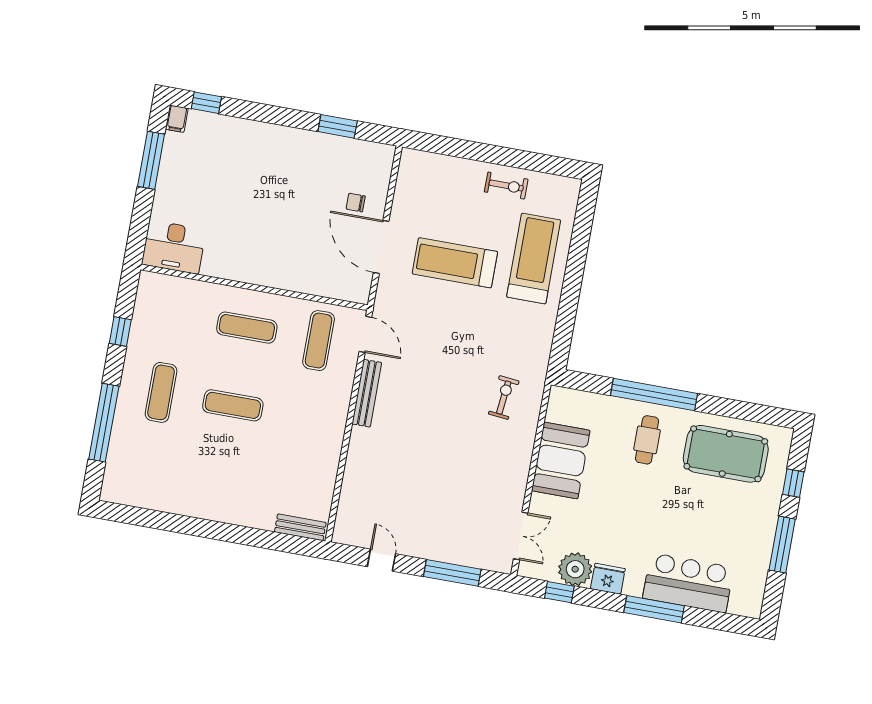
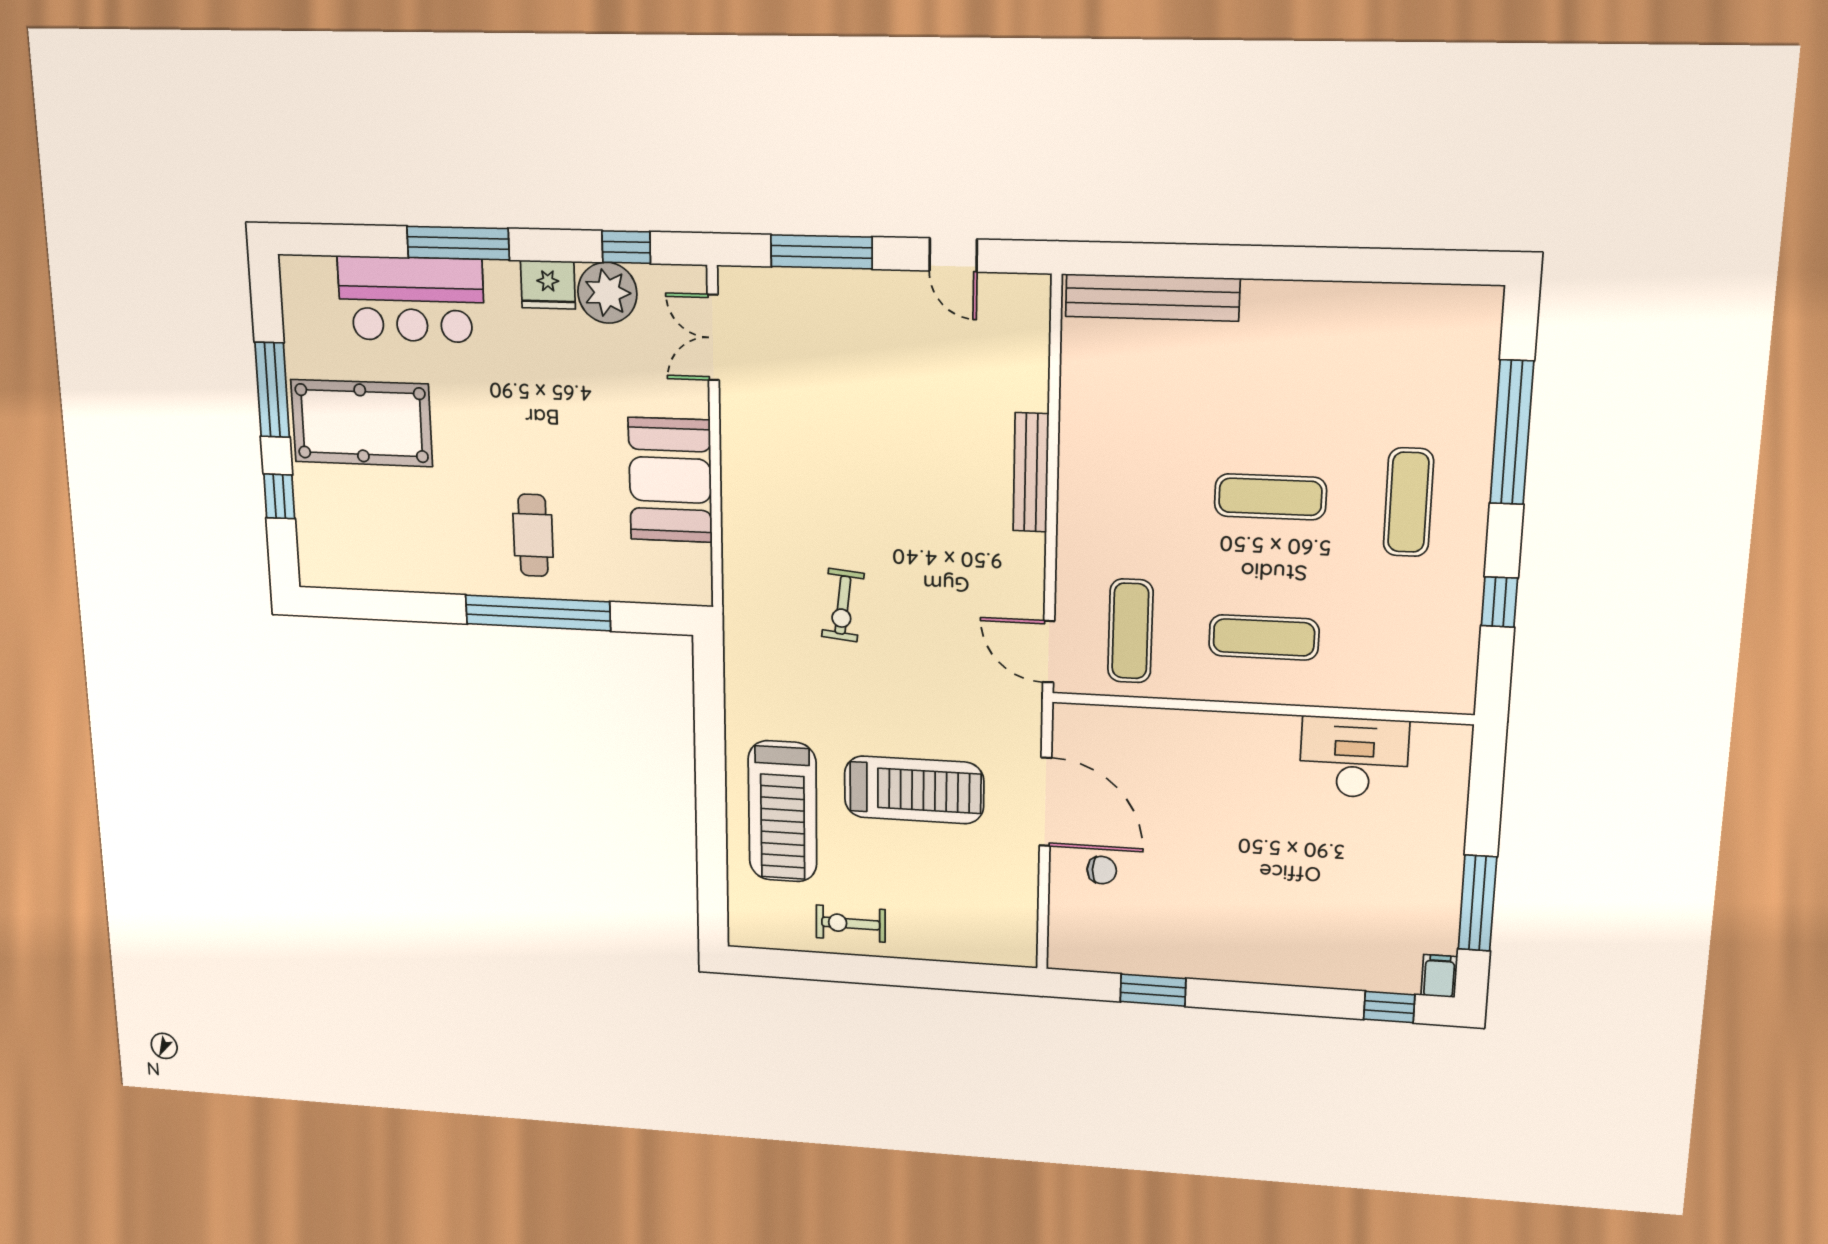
desk: (174, 247) -> (1354, 757), moved
bench: (367, 393) -> (1031, 472), moved
exercise bike: (504, 398) -> (843, 605), moved
pool table: (726, 454) -> (362, 423), moved
bench: (300, 527) -> (1152, 298), width x1.86, depth x1.21

